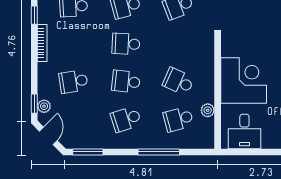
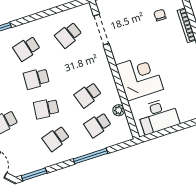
school desk: (178, 81) -> (88, 95), turned -42
desk: (244, 131) -> (158, 116), width x1.37

